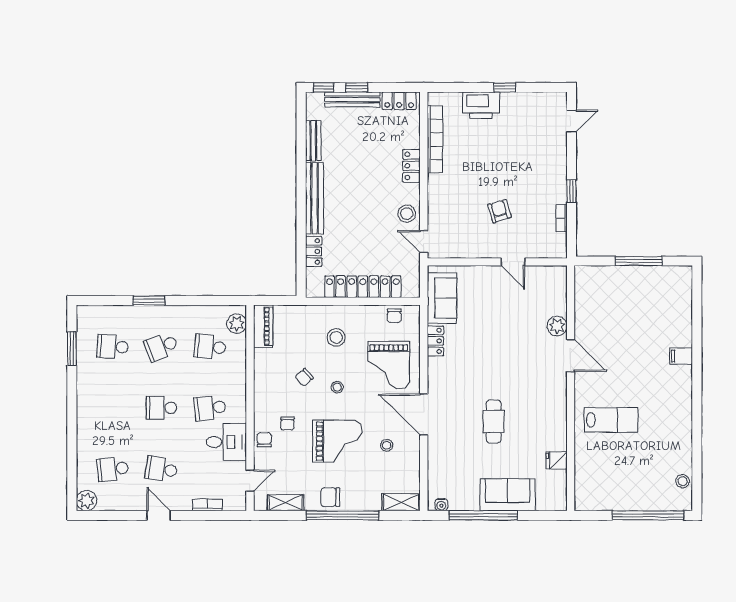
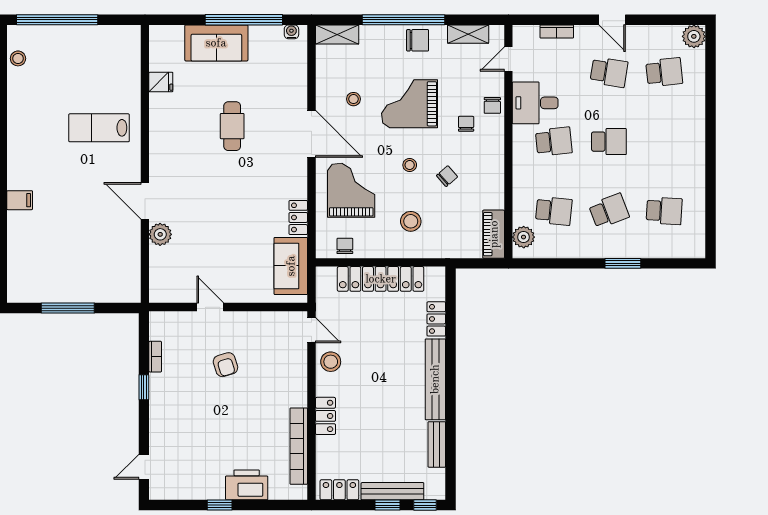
window: (72, 349) -> (710, 209), removed

